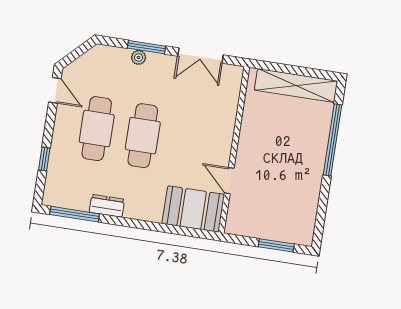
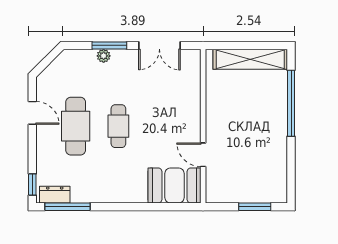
door: (55, 90) -> (32, 113), moved
cafe table: (143, 136) -> (118, 126), width x0.73, depth x0.74
window: (44, 159) -> (32, 185), moved
dresser: (107, 206) -> (55, 195), moved

